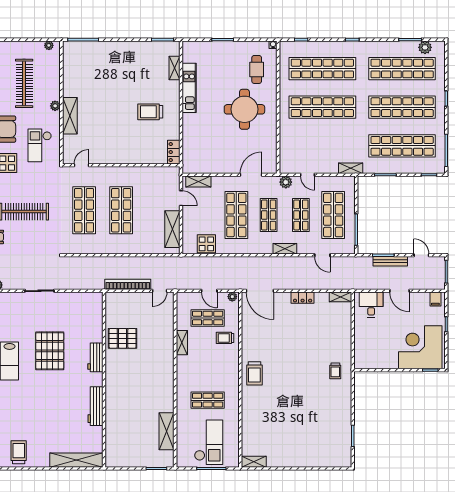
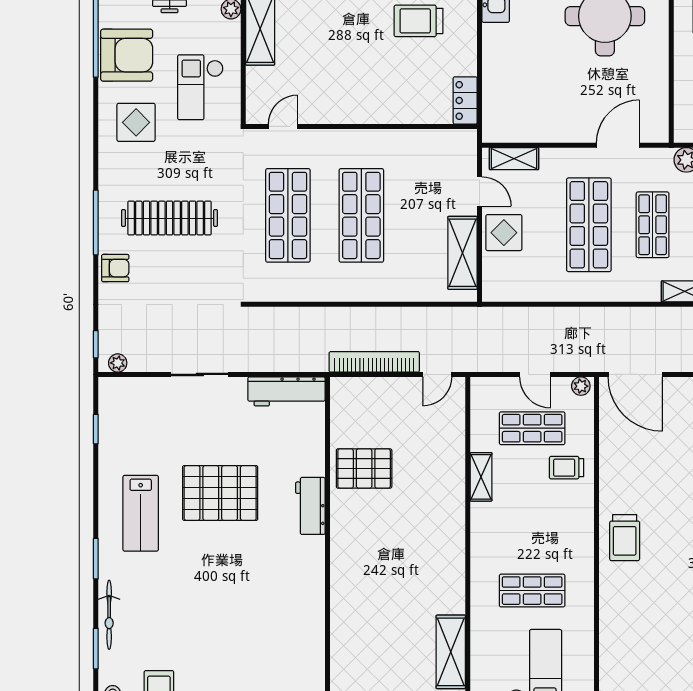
display table: (206, 244) -> (504, 233), moved
pallet: (50, 351) -> (220, 493), turned 90
workbench: (95, 406) -> (286, 391), moved, turned -90

